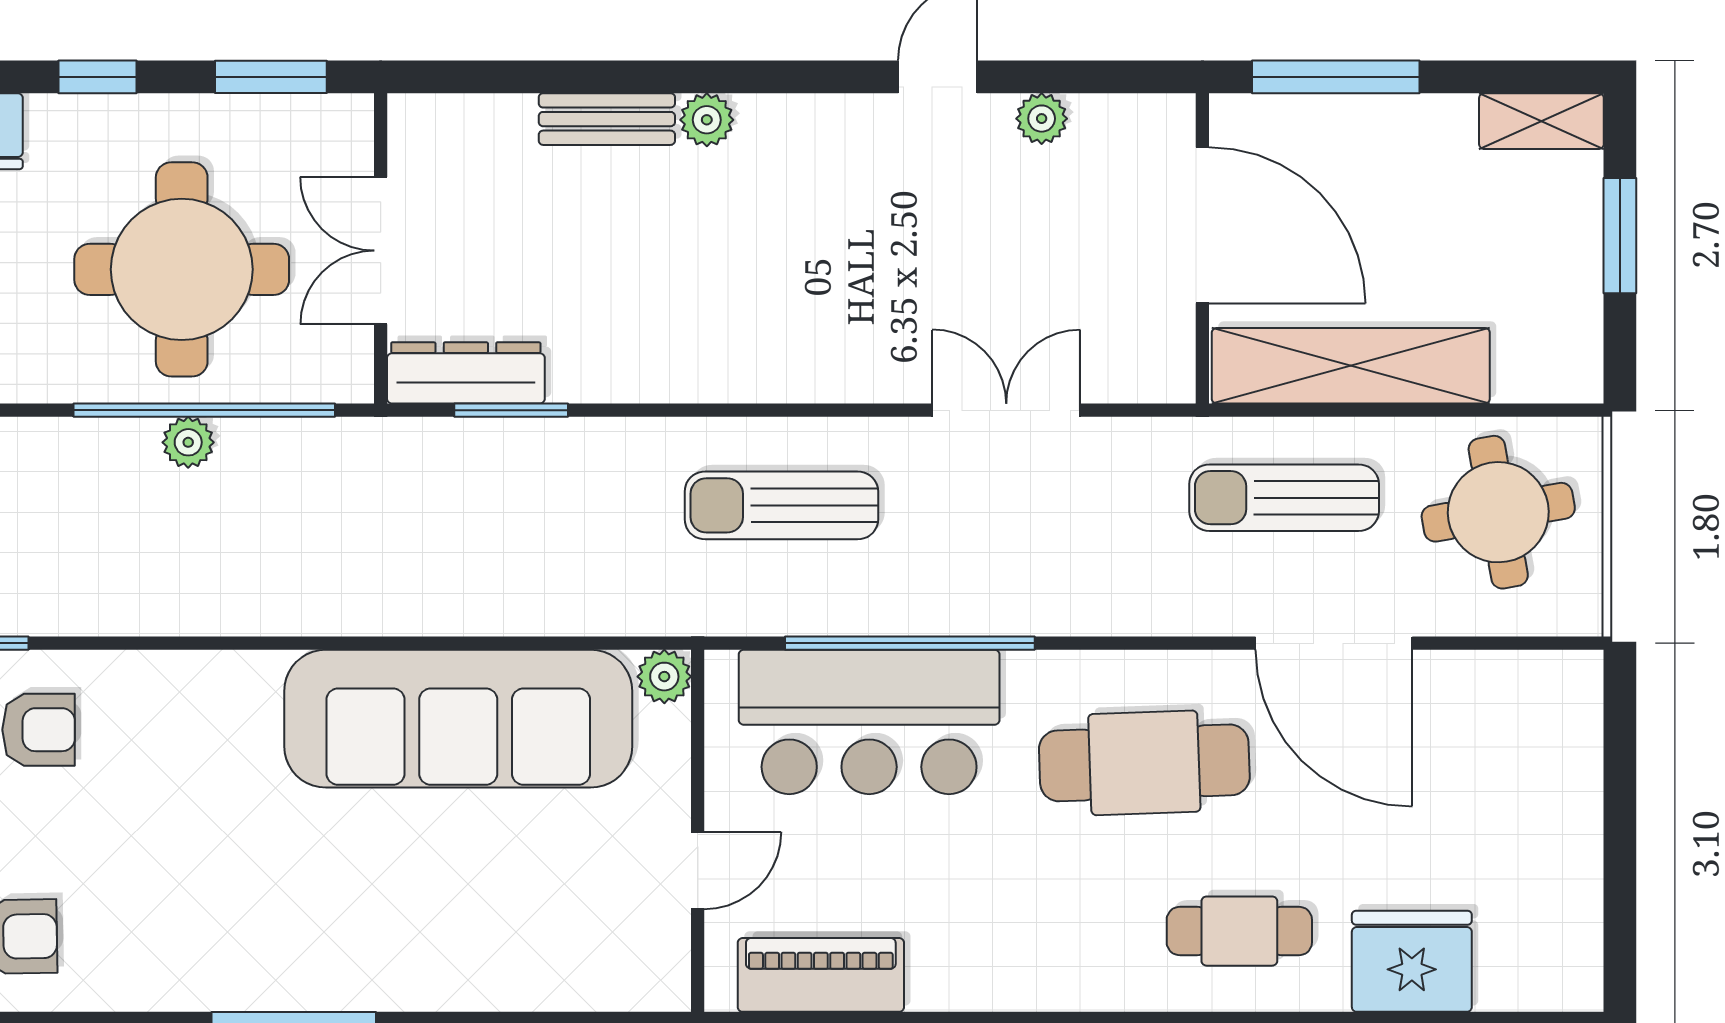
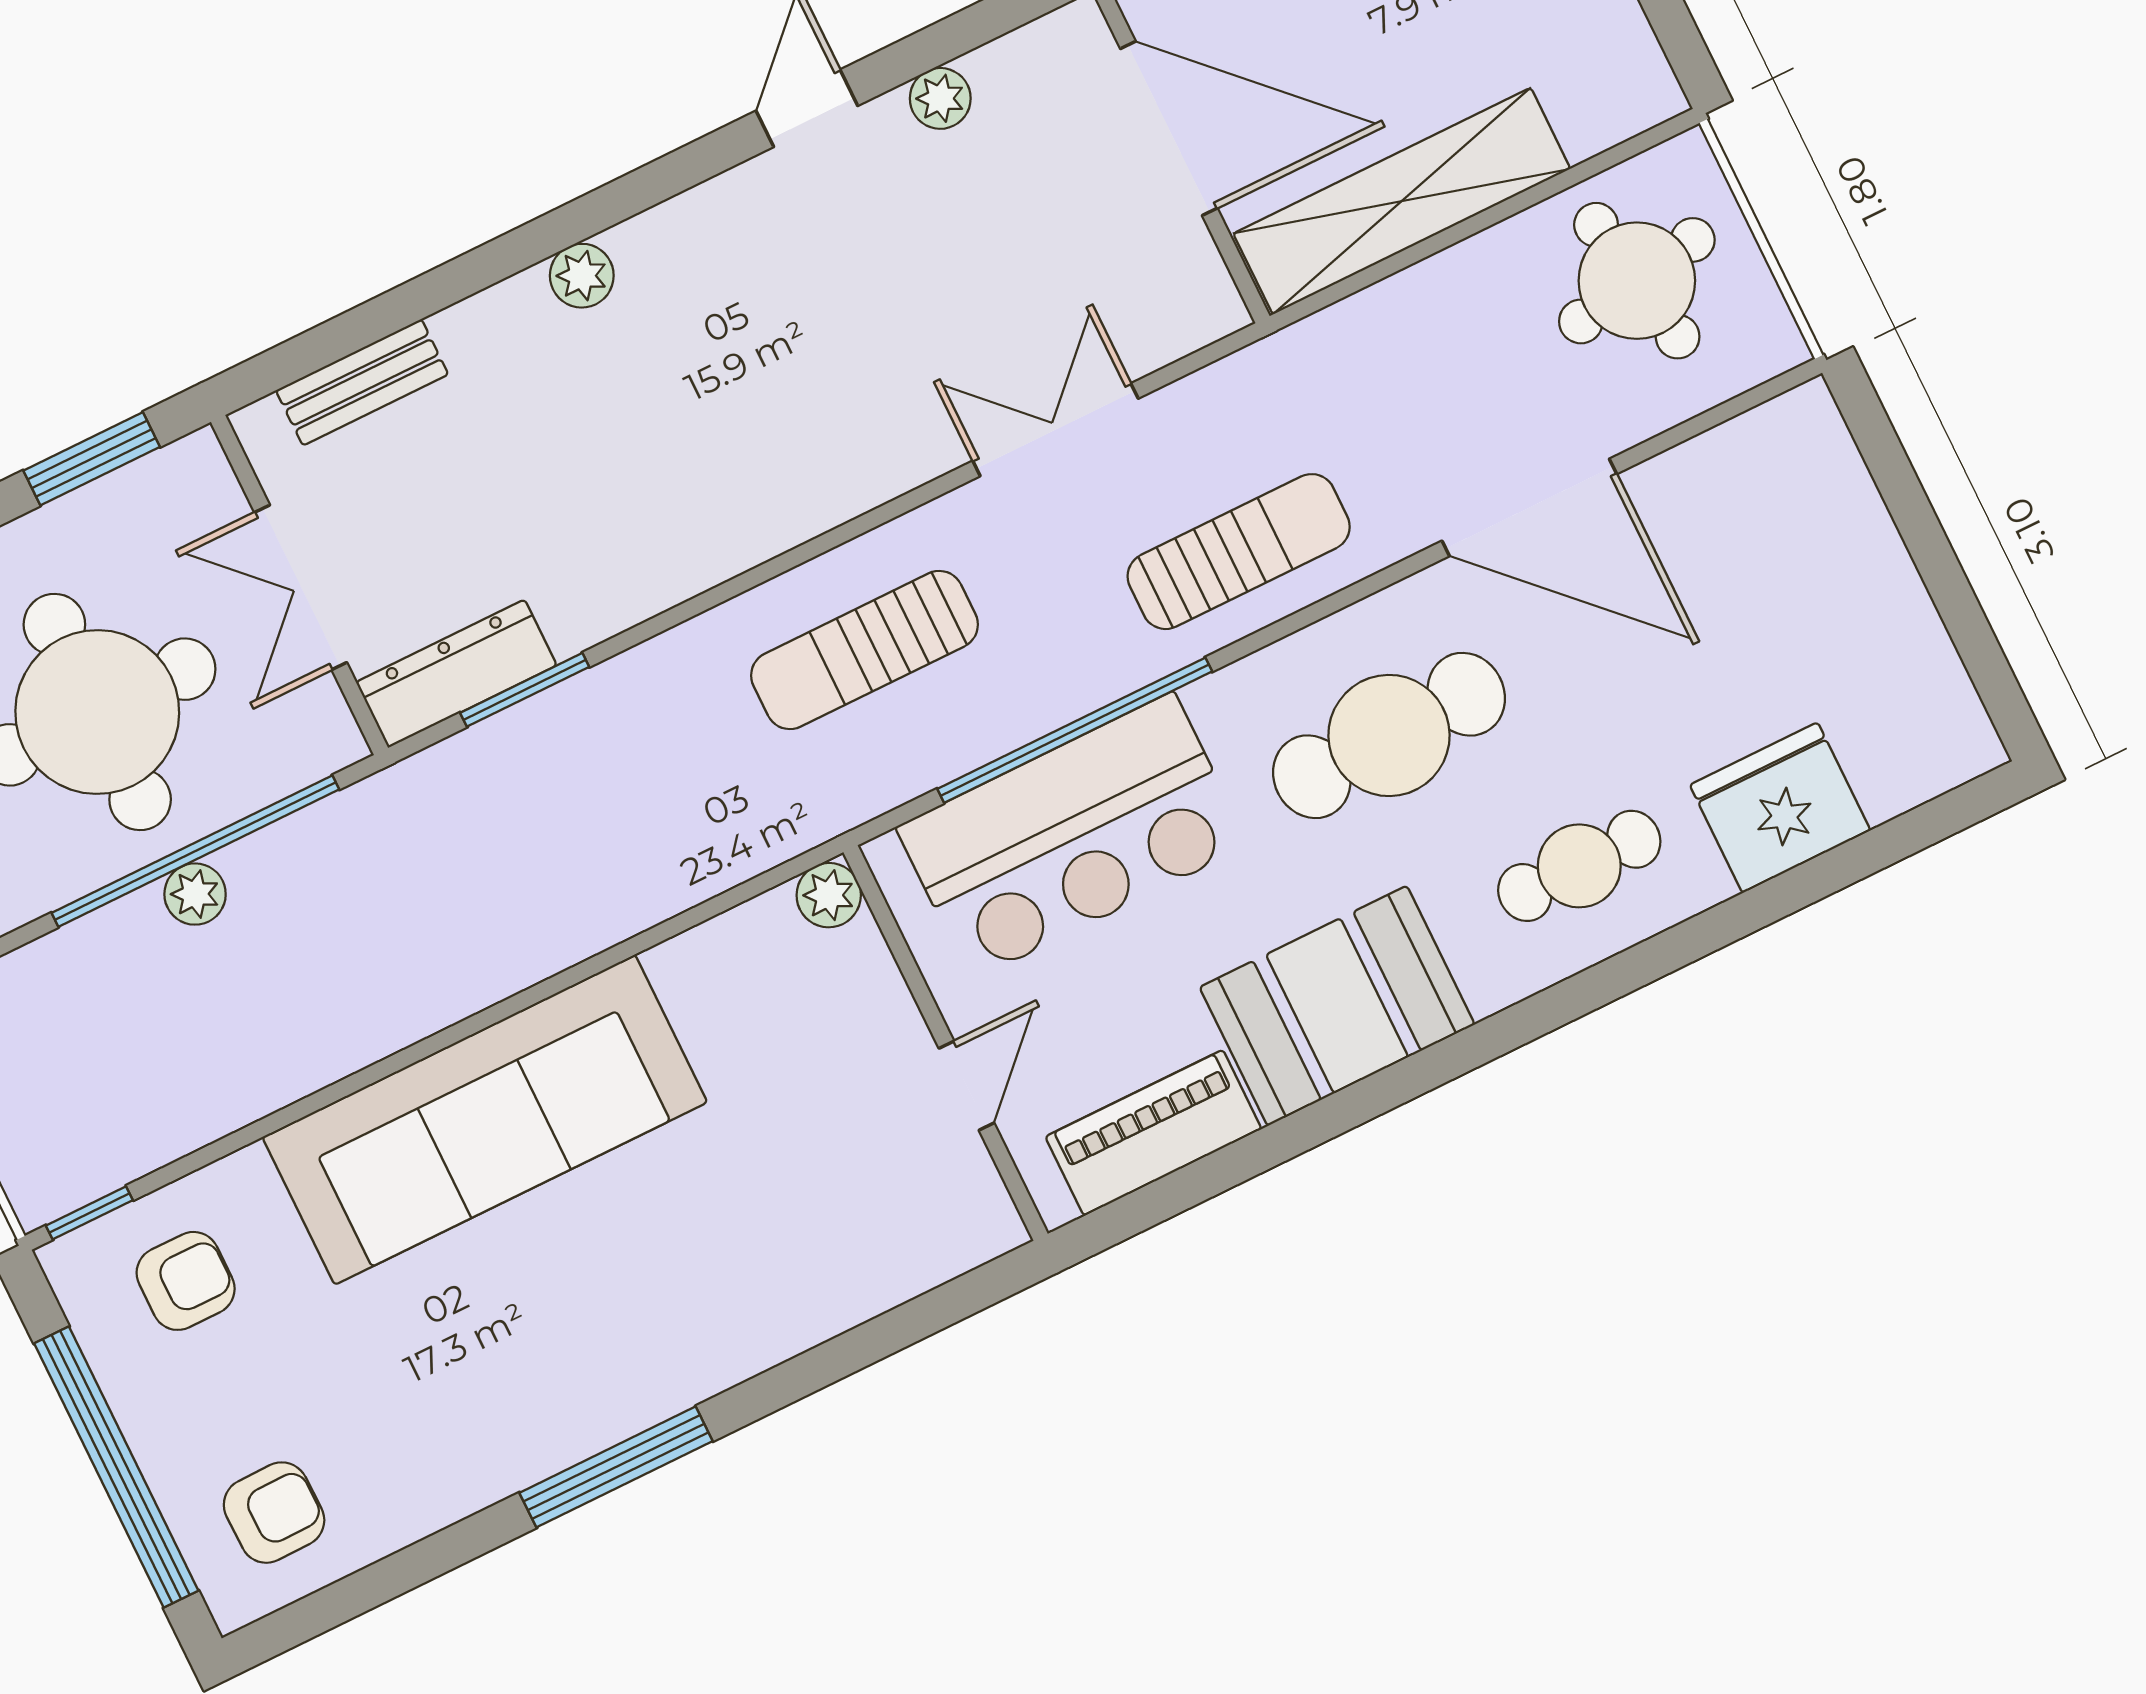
bench: (607, 119) -> (362, 382), moved
sun lounger: (1284, 498) -> (1239, 552), moved, turned 180
sofa: (458, 719) -> (485, 1120), moved
booth: (1006, 947) -> (1337, 1006), added

